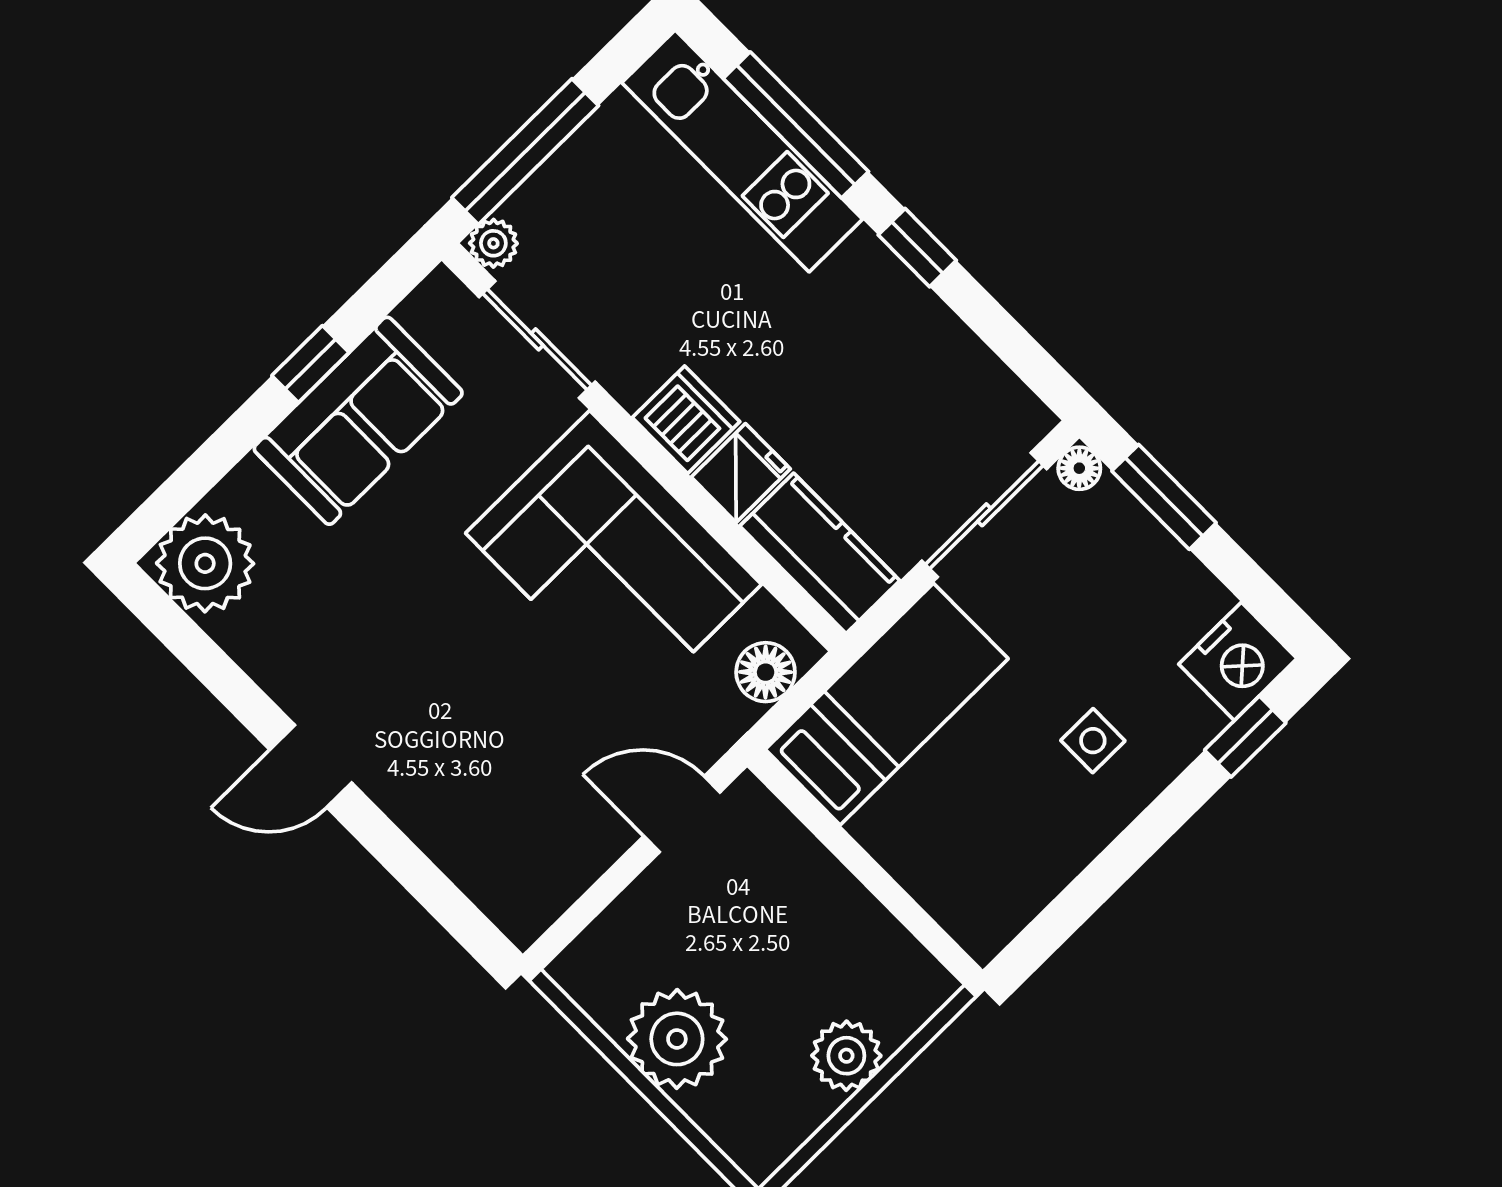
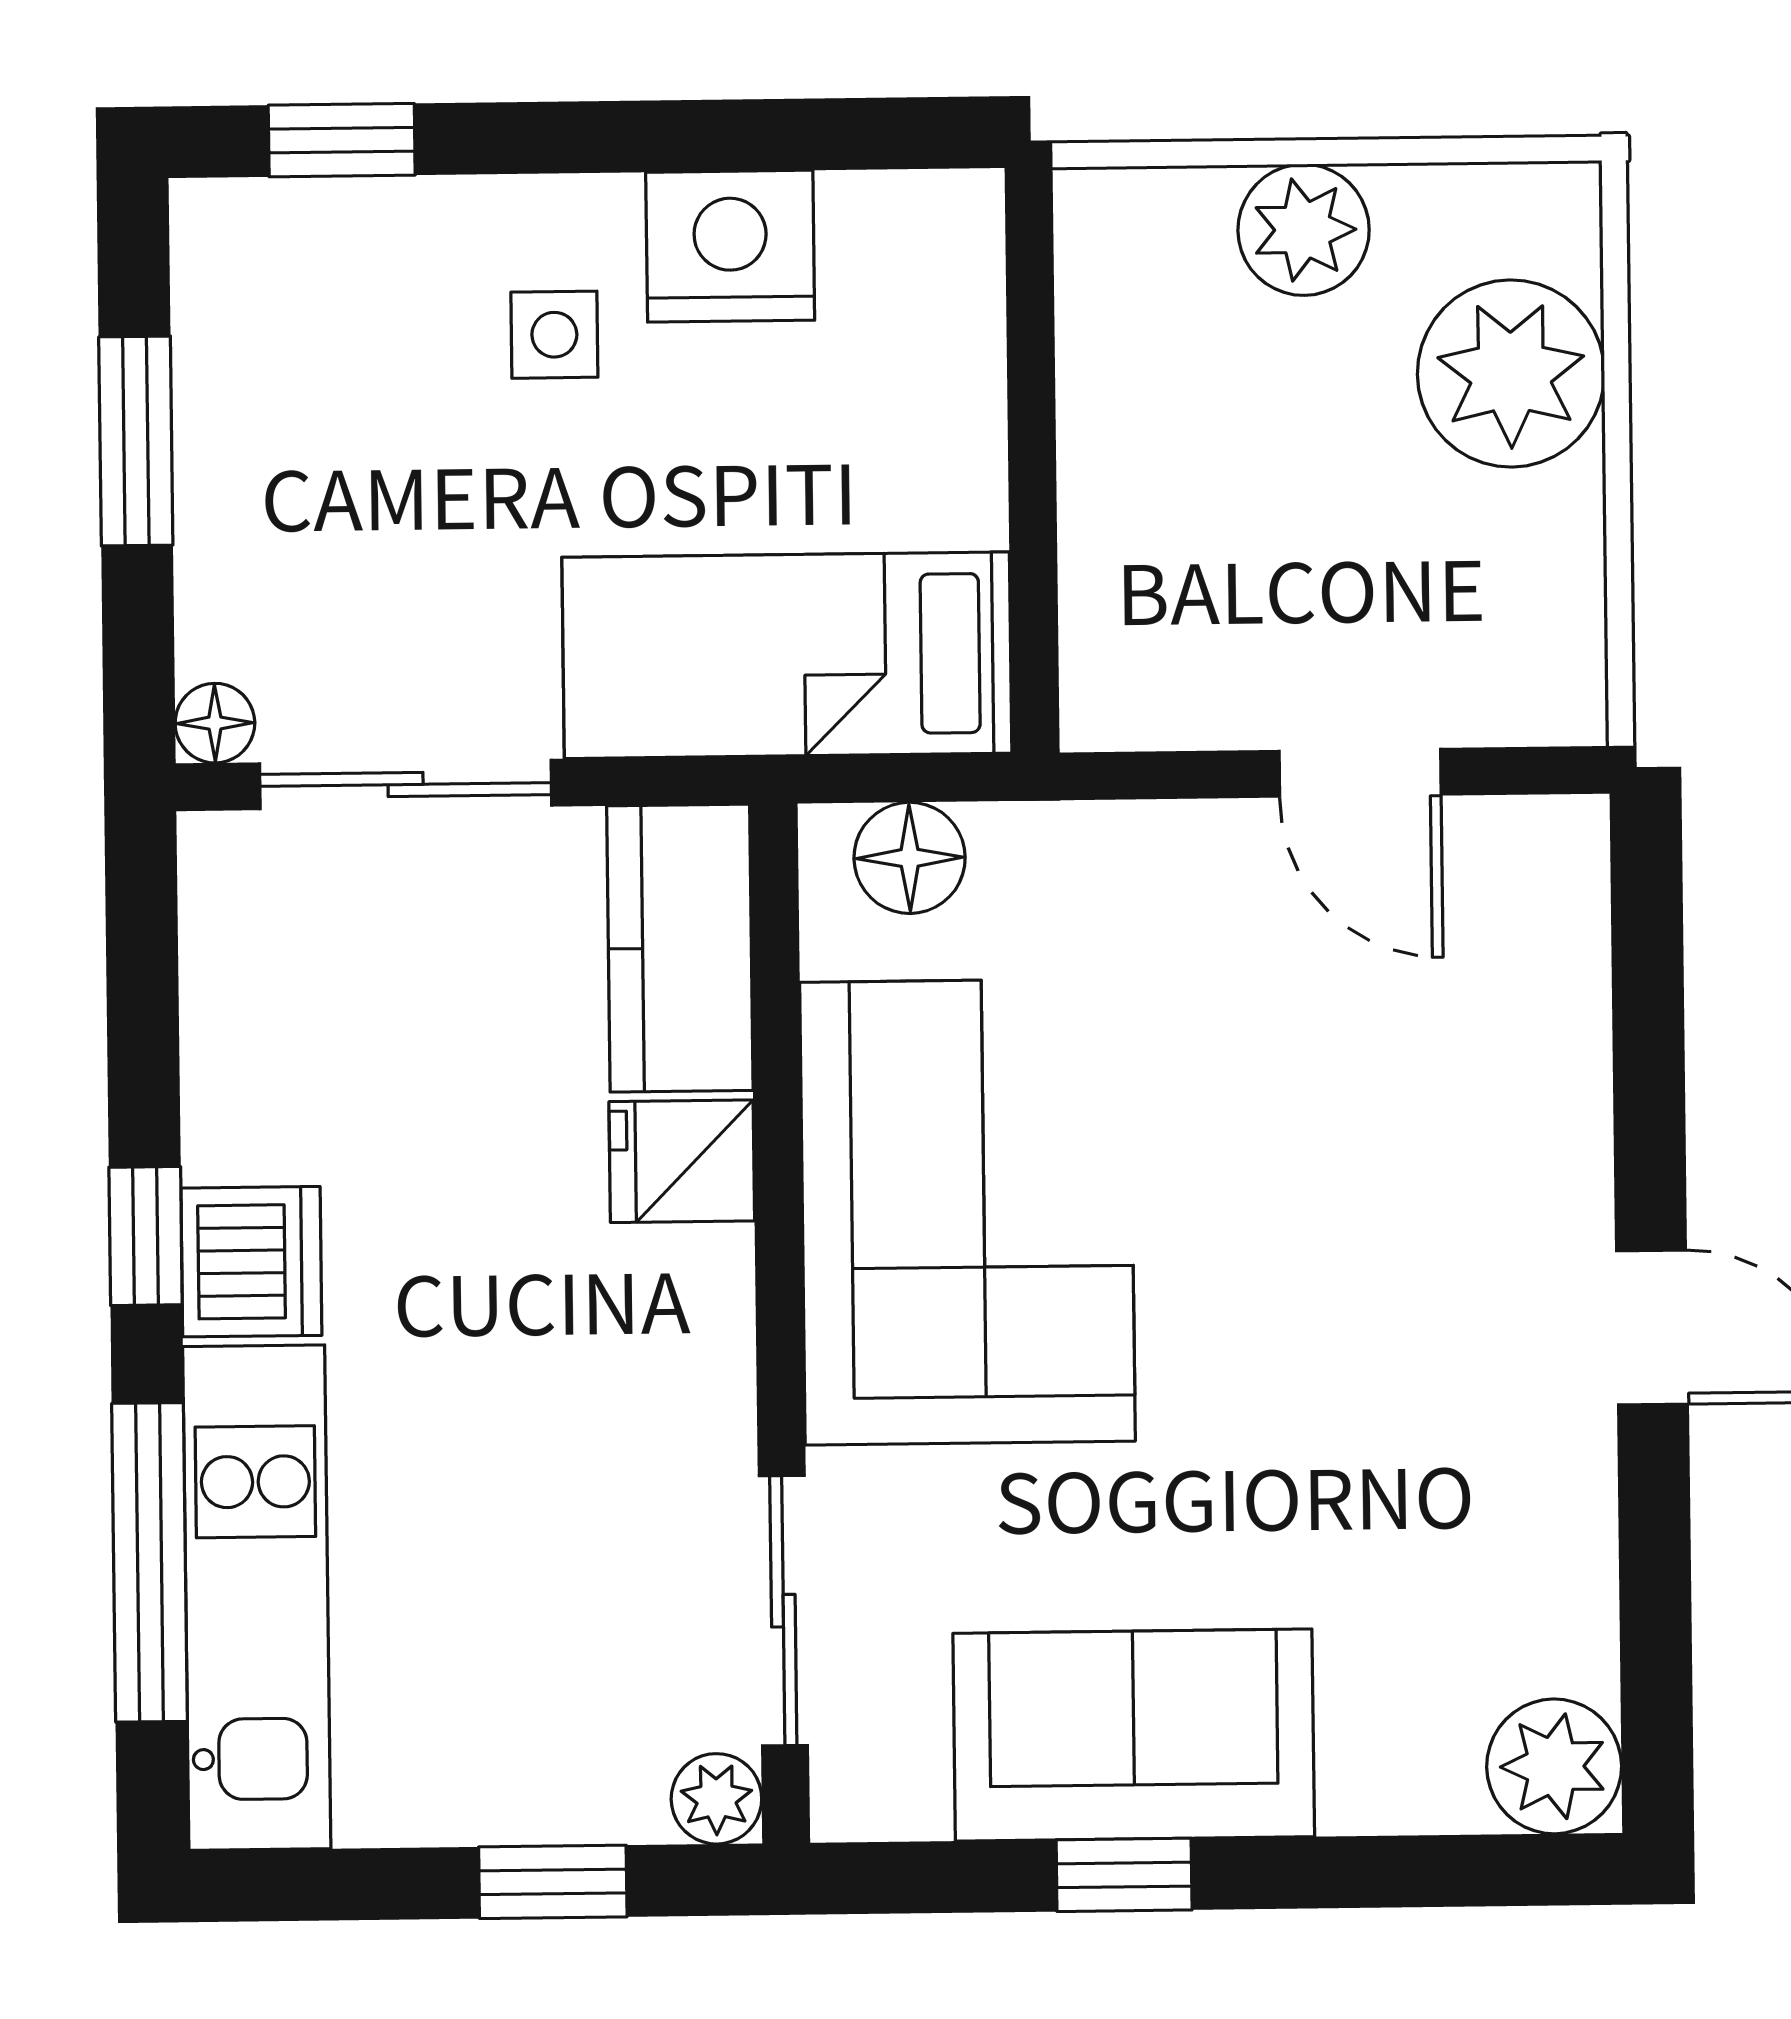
window: (525, 152) -> (553, 1882), width x0.46
dishwasher: (686, 420) -> (251, 1262), moved, turned 180
window: (1164, 497) -> (136, 441), moved
plant: (205, 563) -> (1554, 1766), width x0.73, depth x0.73
nightstand: (1238, 661) -> (730, 246), moved
door: (682, 814) -> (1360, 773), moved
plant: (677, 1039) -> (1511, 374), moved

